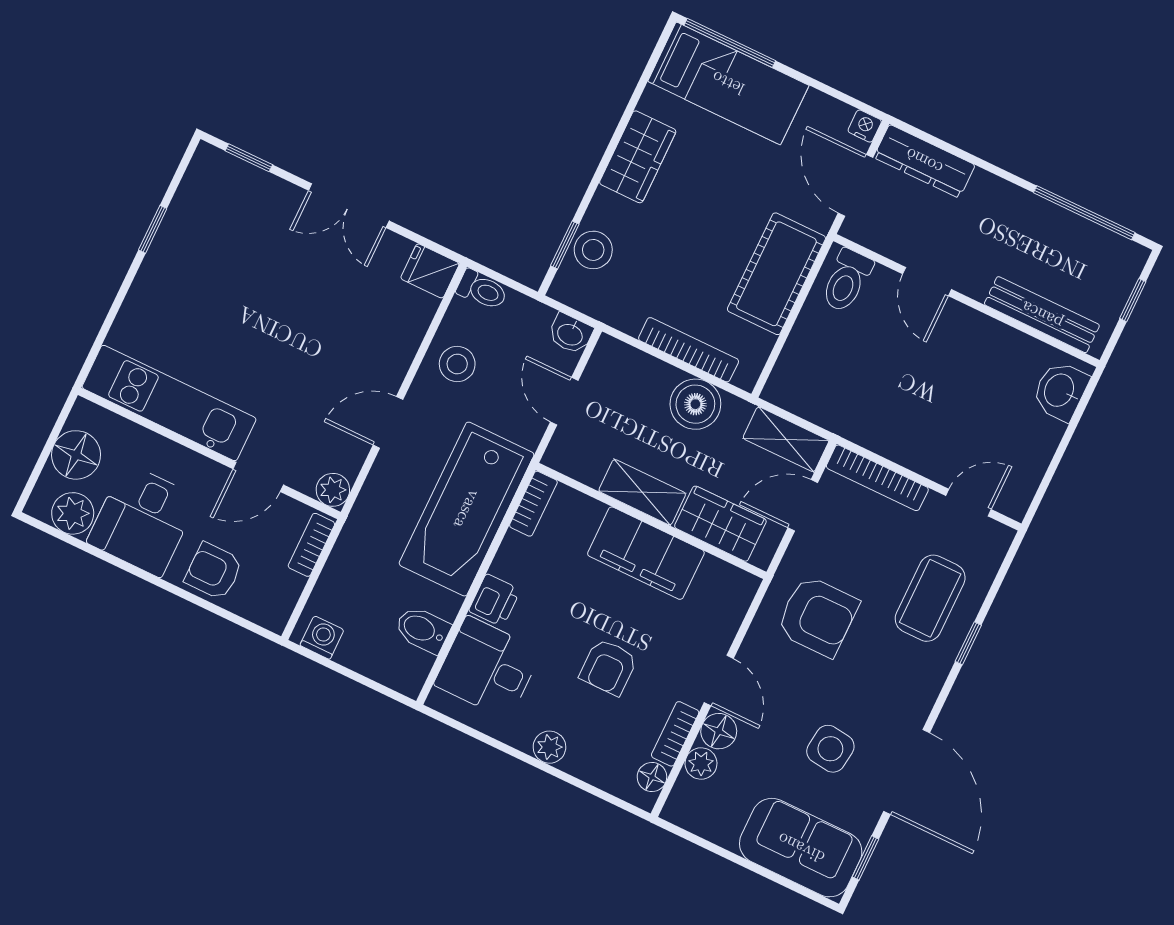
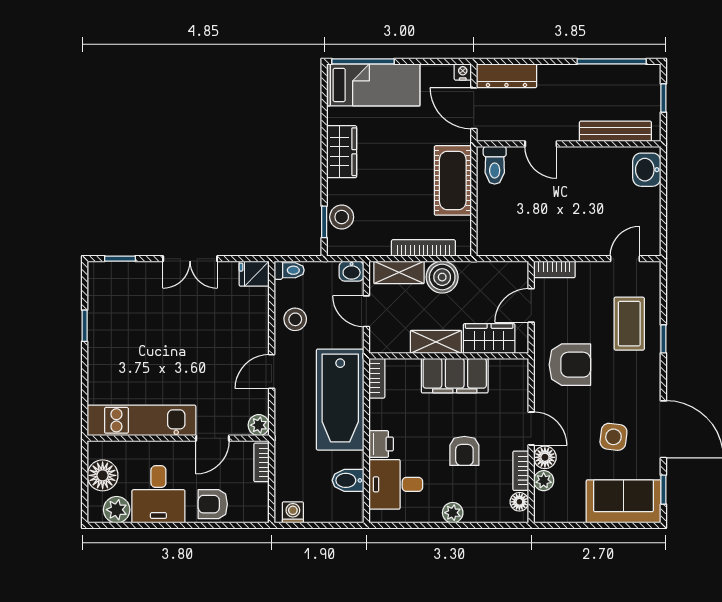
shelving: (786, 439) -> (399, 272), moved
bookcase: (877, 478) -> (554, 269), width x0.64

